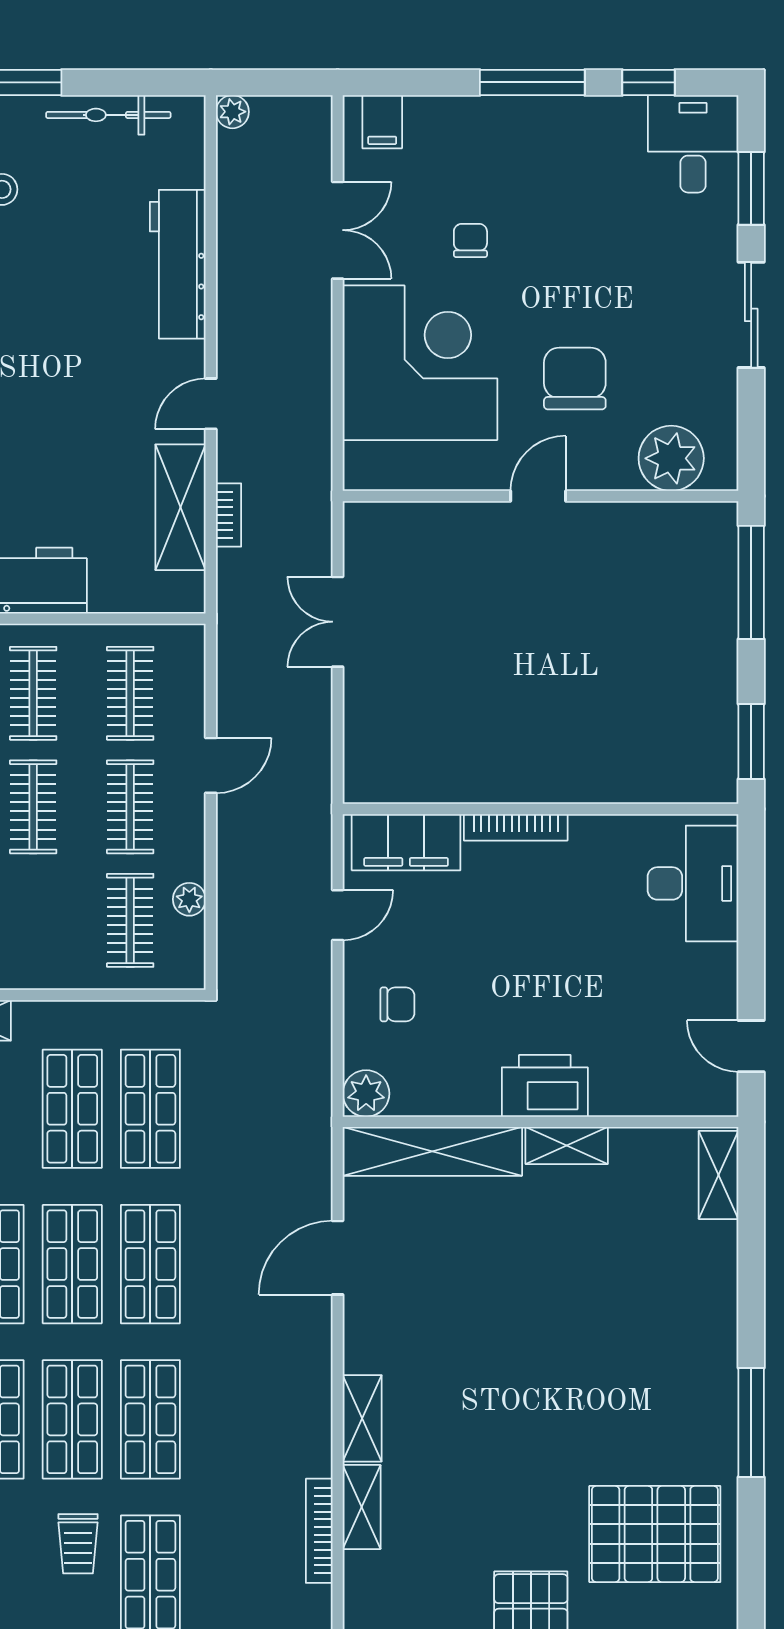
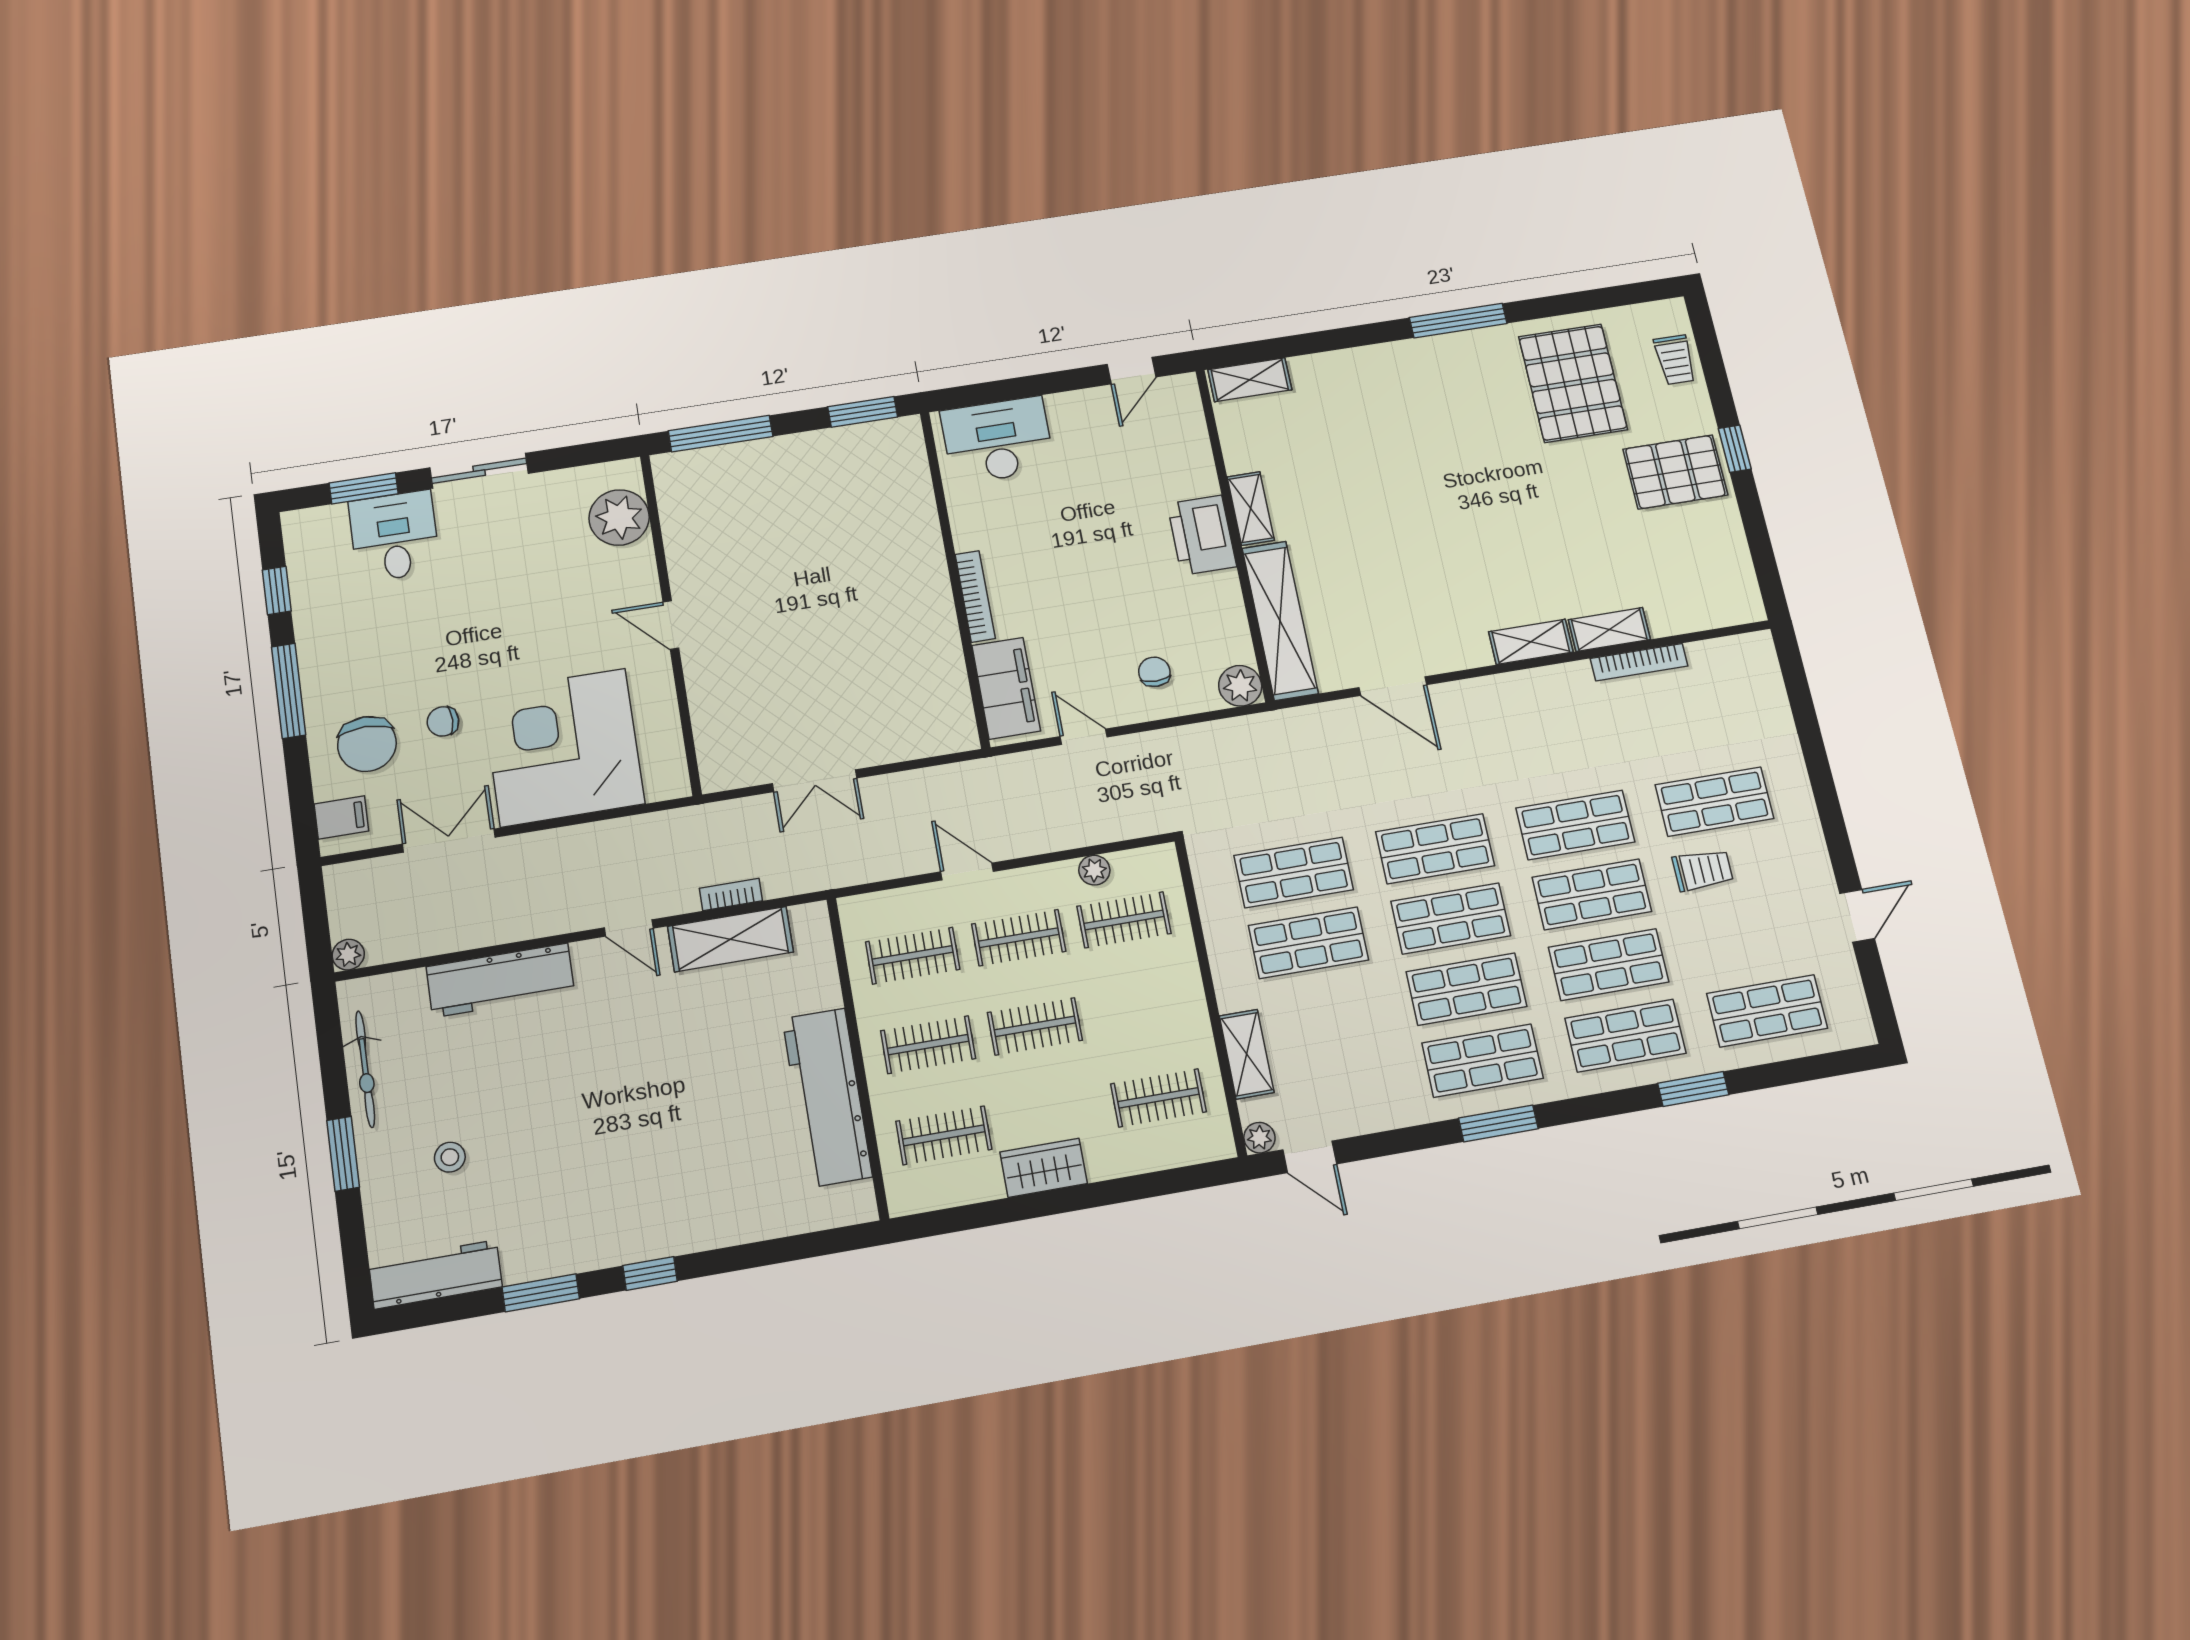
desk: (693, 144) -> (394, 536), moved, turned 90
chair: (575, 378) -> (367, 744), moved, turned -90

